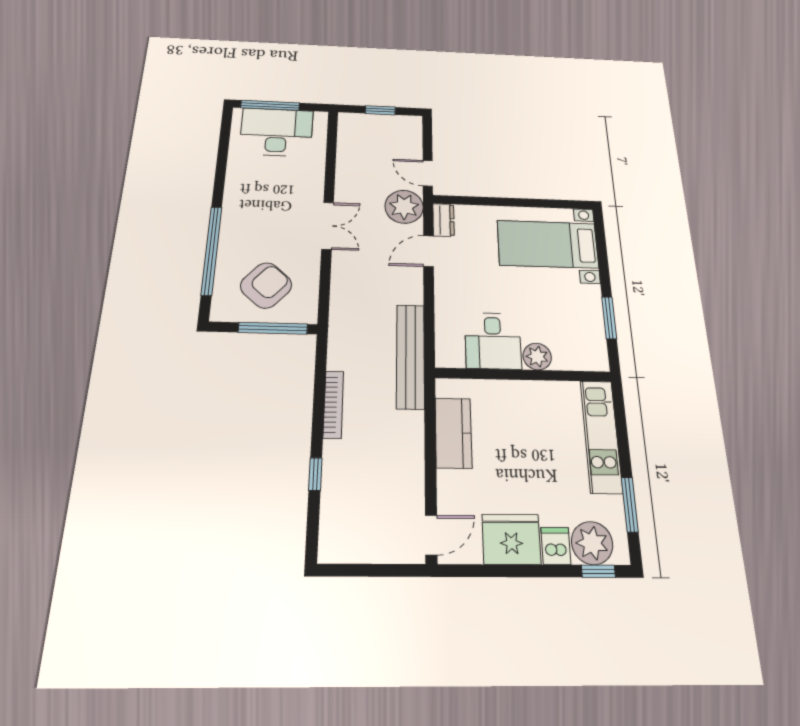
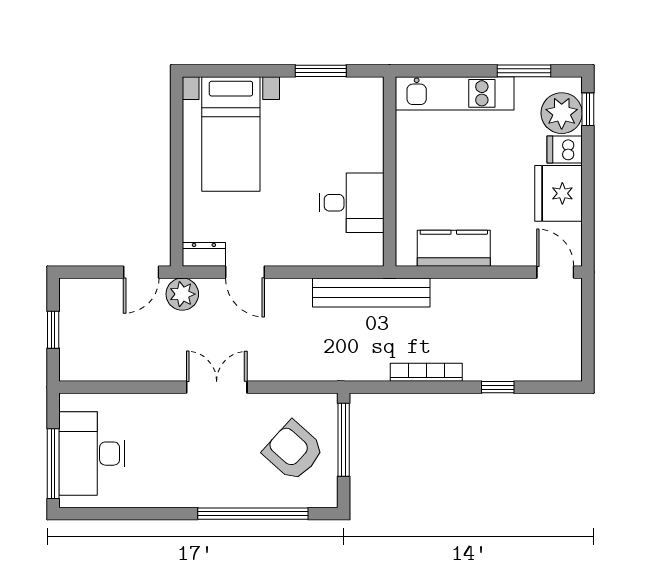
plant: (404, 207) -> (182, 294), width x0.73, depth x0.73
plant: (537, 357) -> (368, 155), removed

